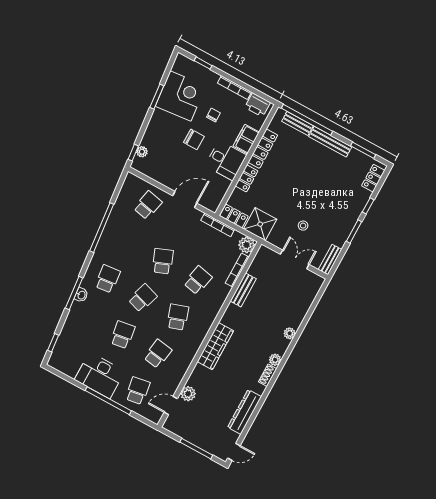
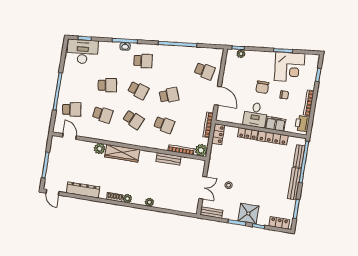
shower: (260, 224) -> (248, 214), moved
school desk: (178, 317) -> (133, 120), turned 42
desk: (100, 375) -> (83, 52), moved, turned 84
plant: (188, 394) -> (100, 149), moved

